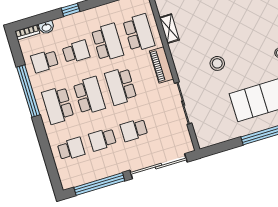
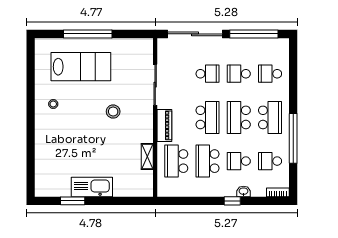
washbasin: (47, 27) -> (243, 191), moved
school desk: (45, 61) -> (270, 161), turned 180
school desk: (102, 139) -> (239, 74), turned 180

